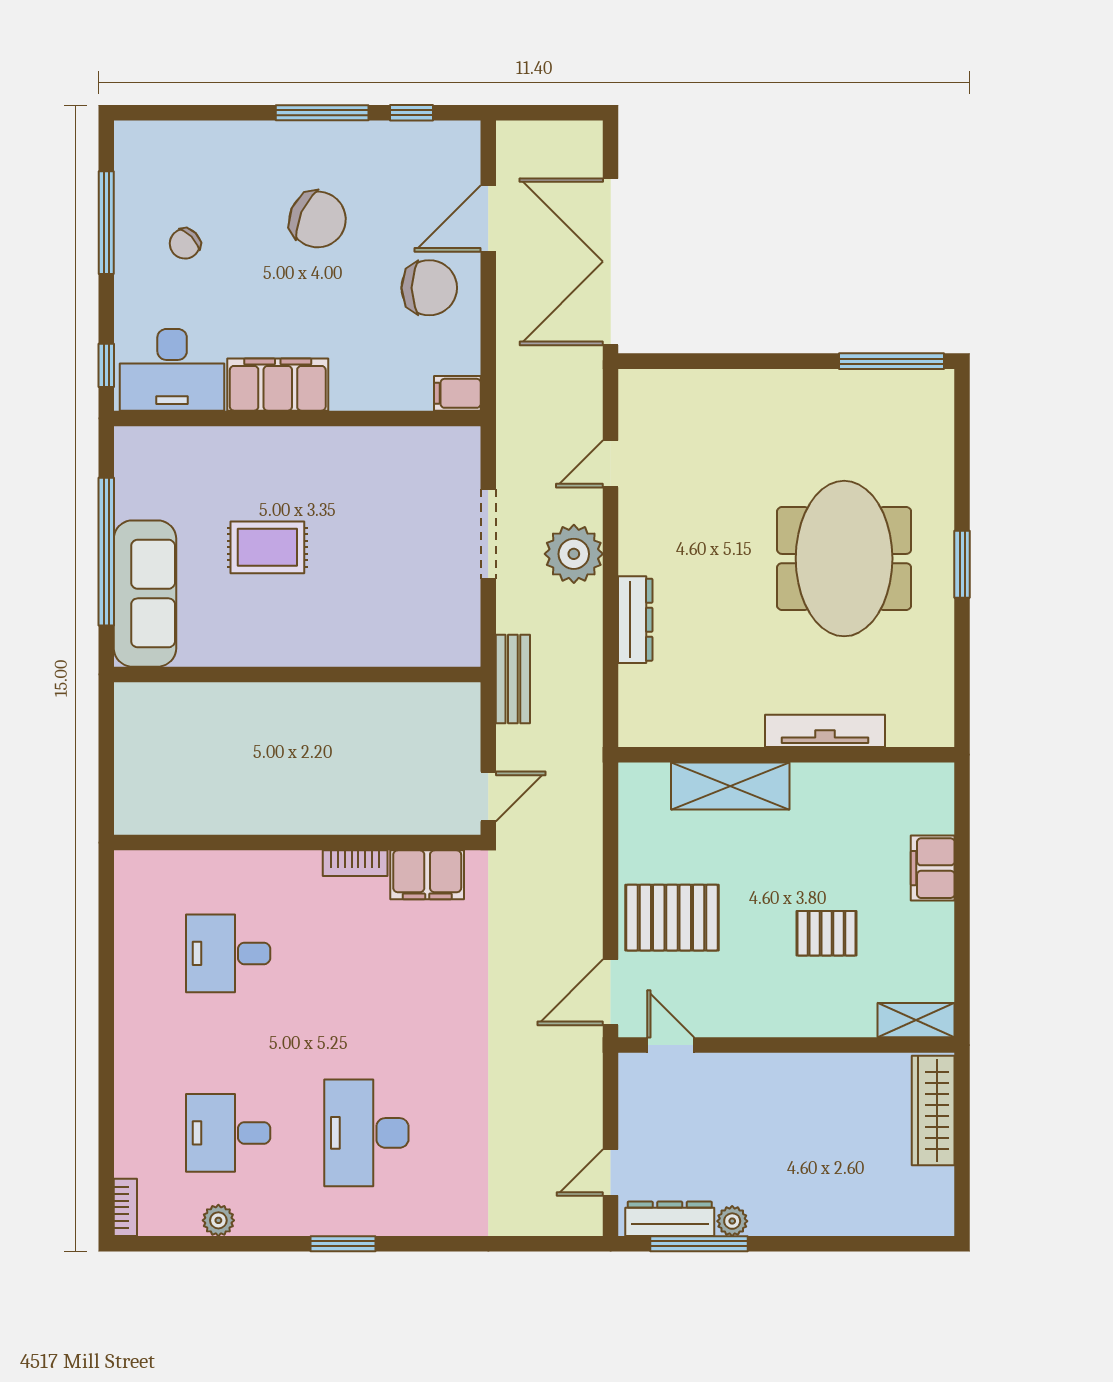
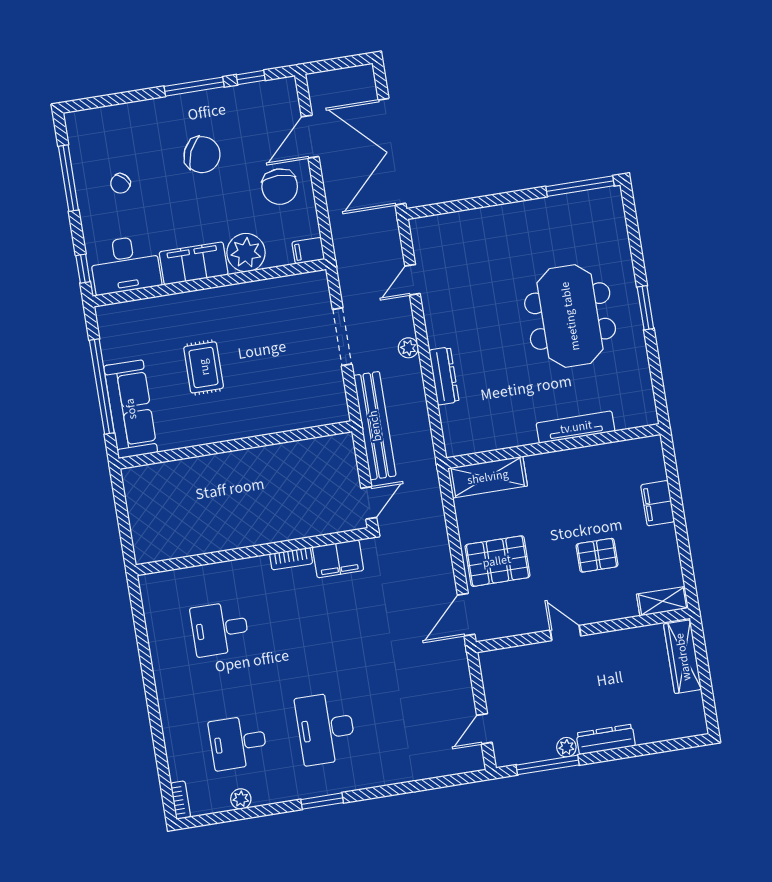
chair: (429, 288) -> (280, 187), turned 90
plant: (361, 381) -> (246, 253), added
rug: (267, 547) -> (204, 367), turned 90
plant: (574, 554) -> (408, 348), width x0.53, depth x0.53
bench: (513, 679) -> (375, 426), width x1.86, depth x1.21
shelving: (730, 786) -> (488, 477), moved
door: (671, 1045) -> (565, 633), moved
dresser: (670, 1219) -> (606, 739), moved

